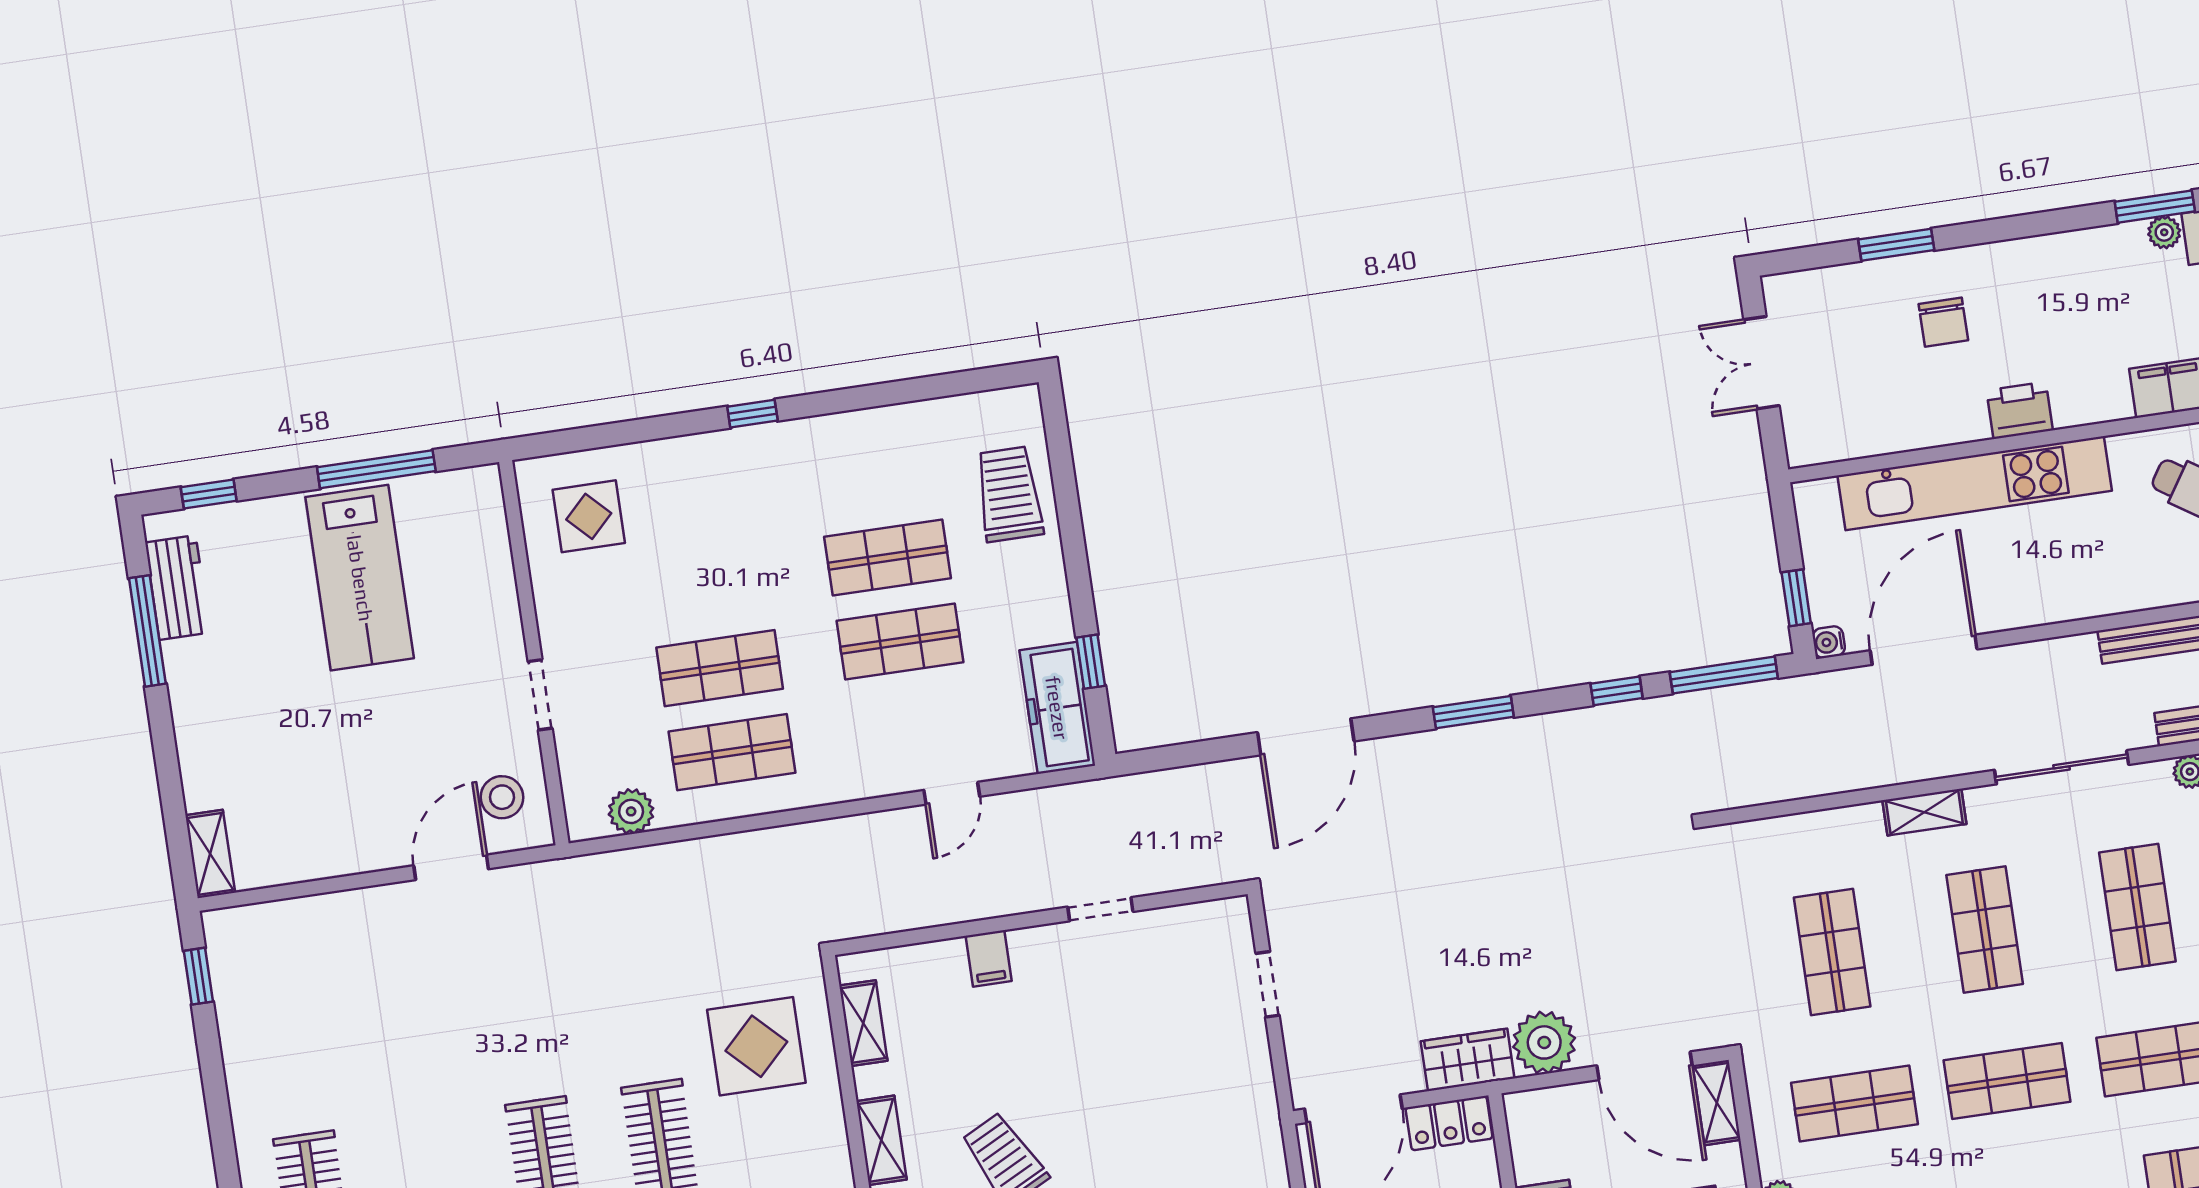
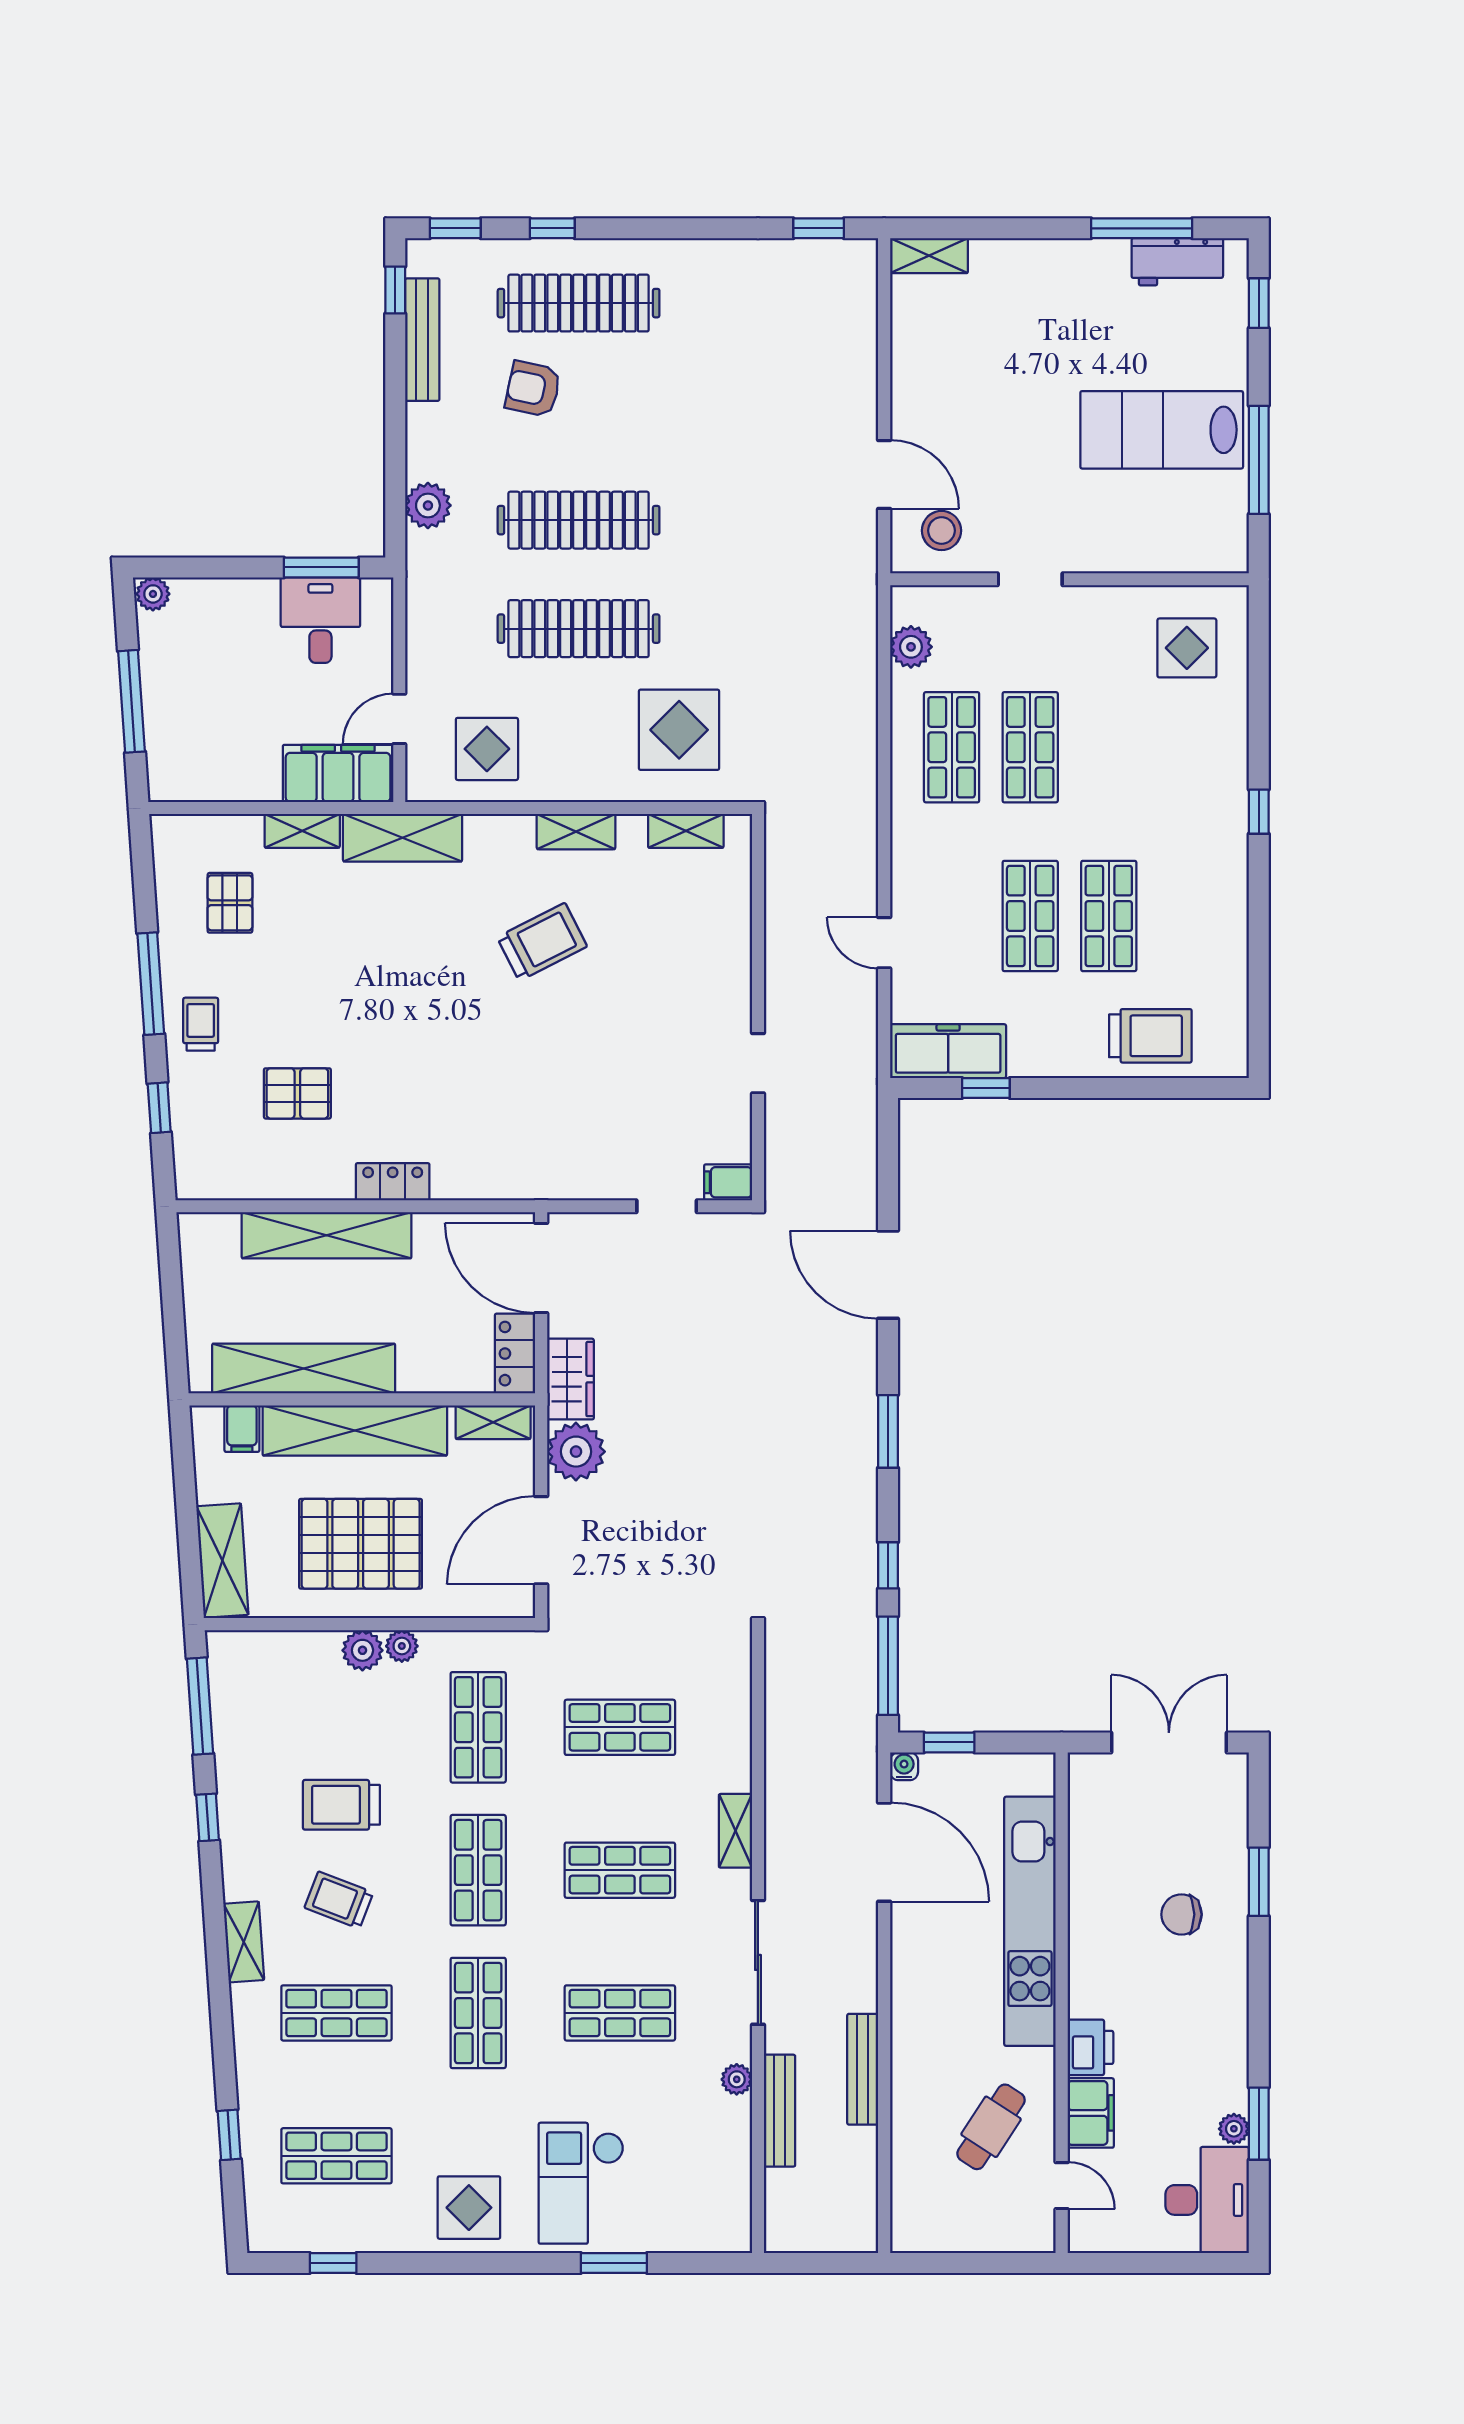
double door: (1762, 363) -> (1169, 1742), width x1.37
printer: (2020, 410) -> (1090, 2047), moved
filing cabinet: (989, 958) -> (728, 1182), moved
shelving: (1717, 1103) -> (493, 1422), moved

